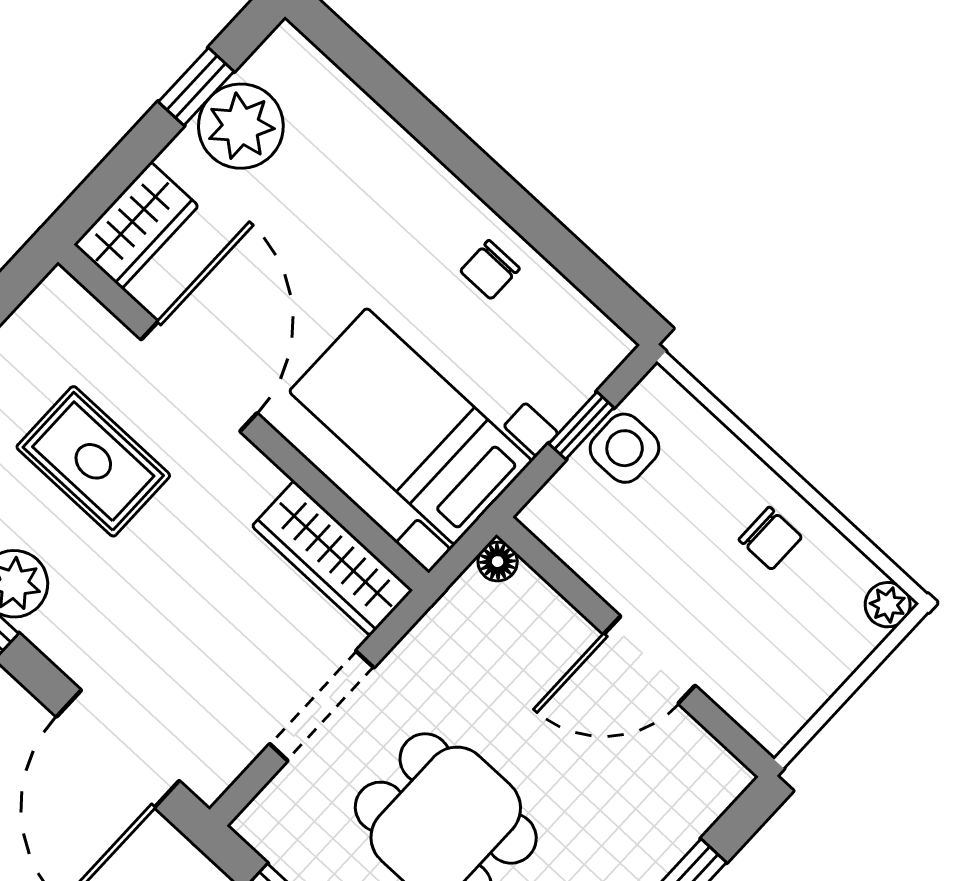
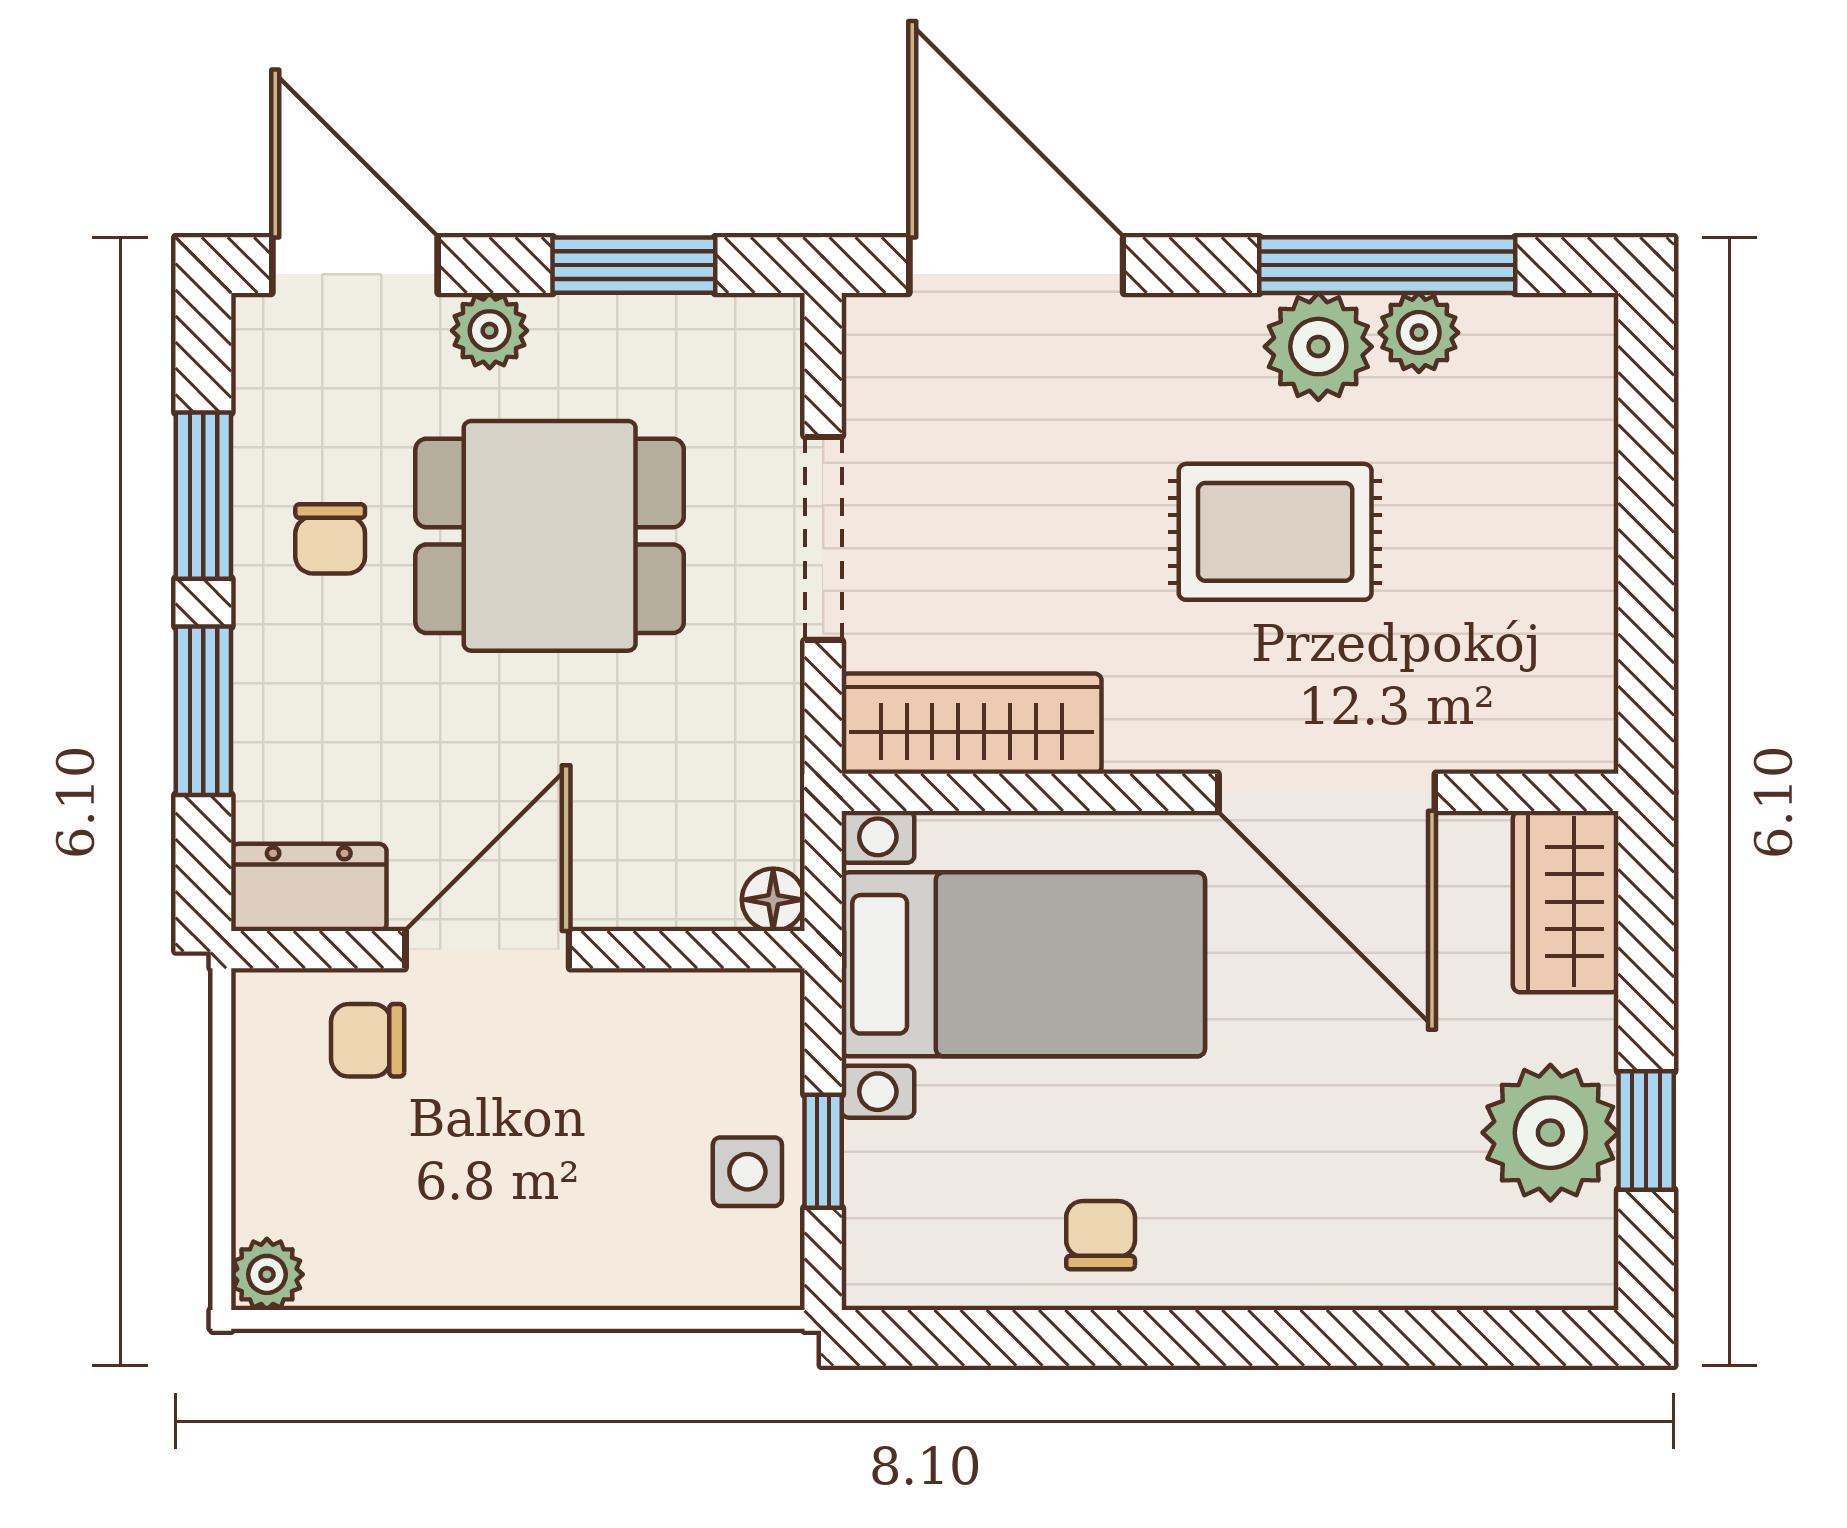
side table: (625, 448) -> (747, 1172), width x0.73, depth x0.73
rug: (93, 461) -> (1275, 532), moved
chair: (770, 538) -> (368, 1040), moved
dresser: (705, 764) -> (309, 887), added

